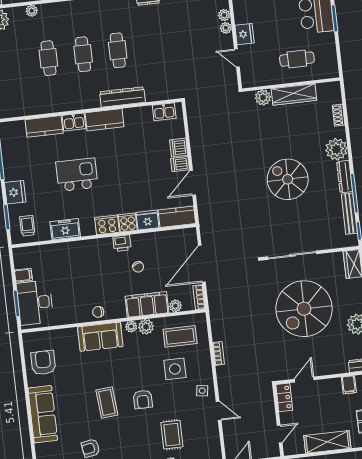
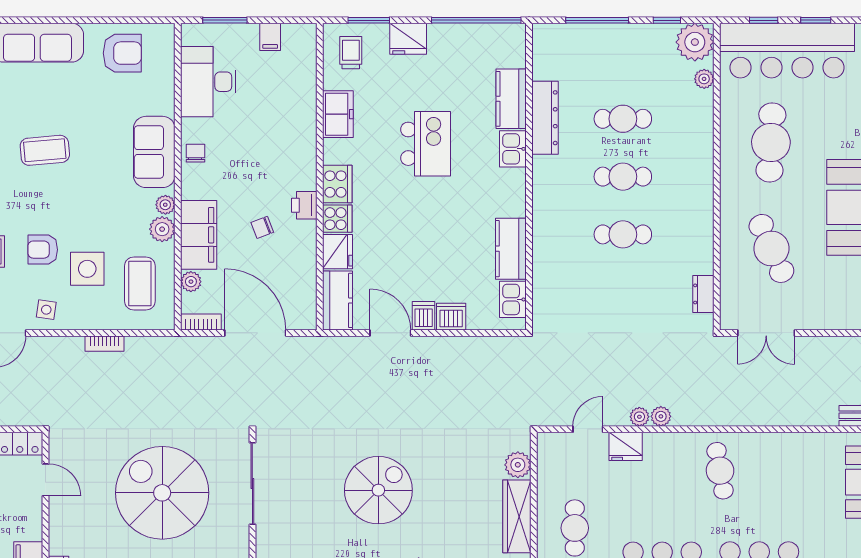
plant: (32, 11) -> (704, 79), moved
dresser: (122, 97) -> (545, 118), moved
kitchen counter: (105, 120) -> (511, 249), moved
trolley: (27, 226) -> (351, 53), turned -90
desk: (35, 303) -> (208, 82), moved, turned -90
armchair: (143, 399) -> (43, 250), moved

